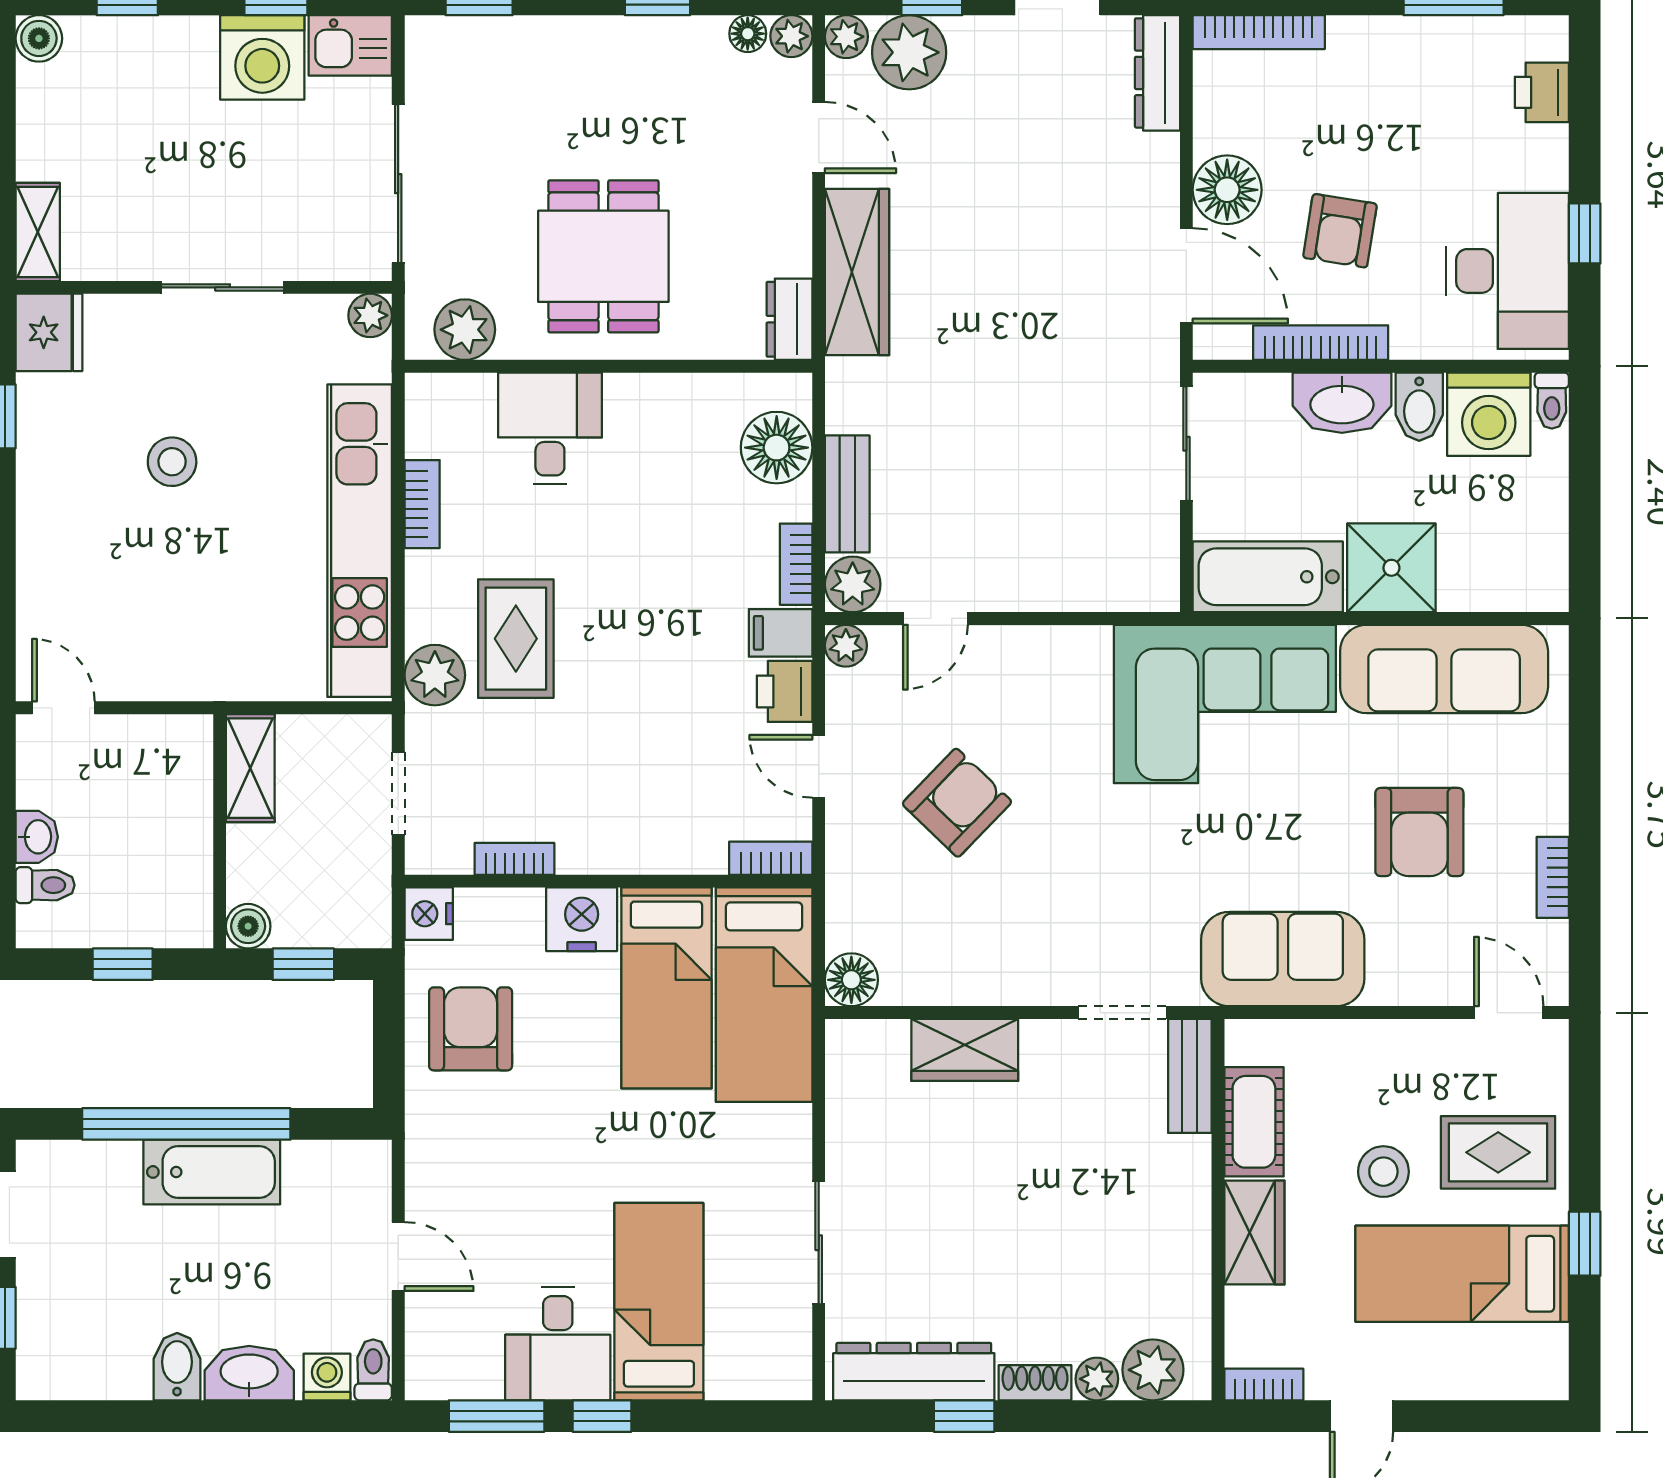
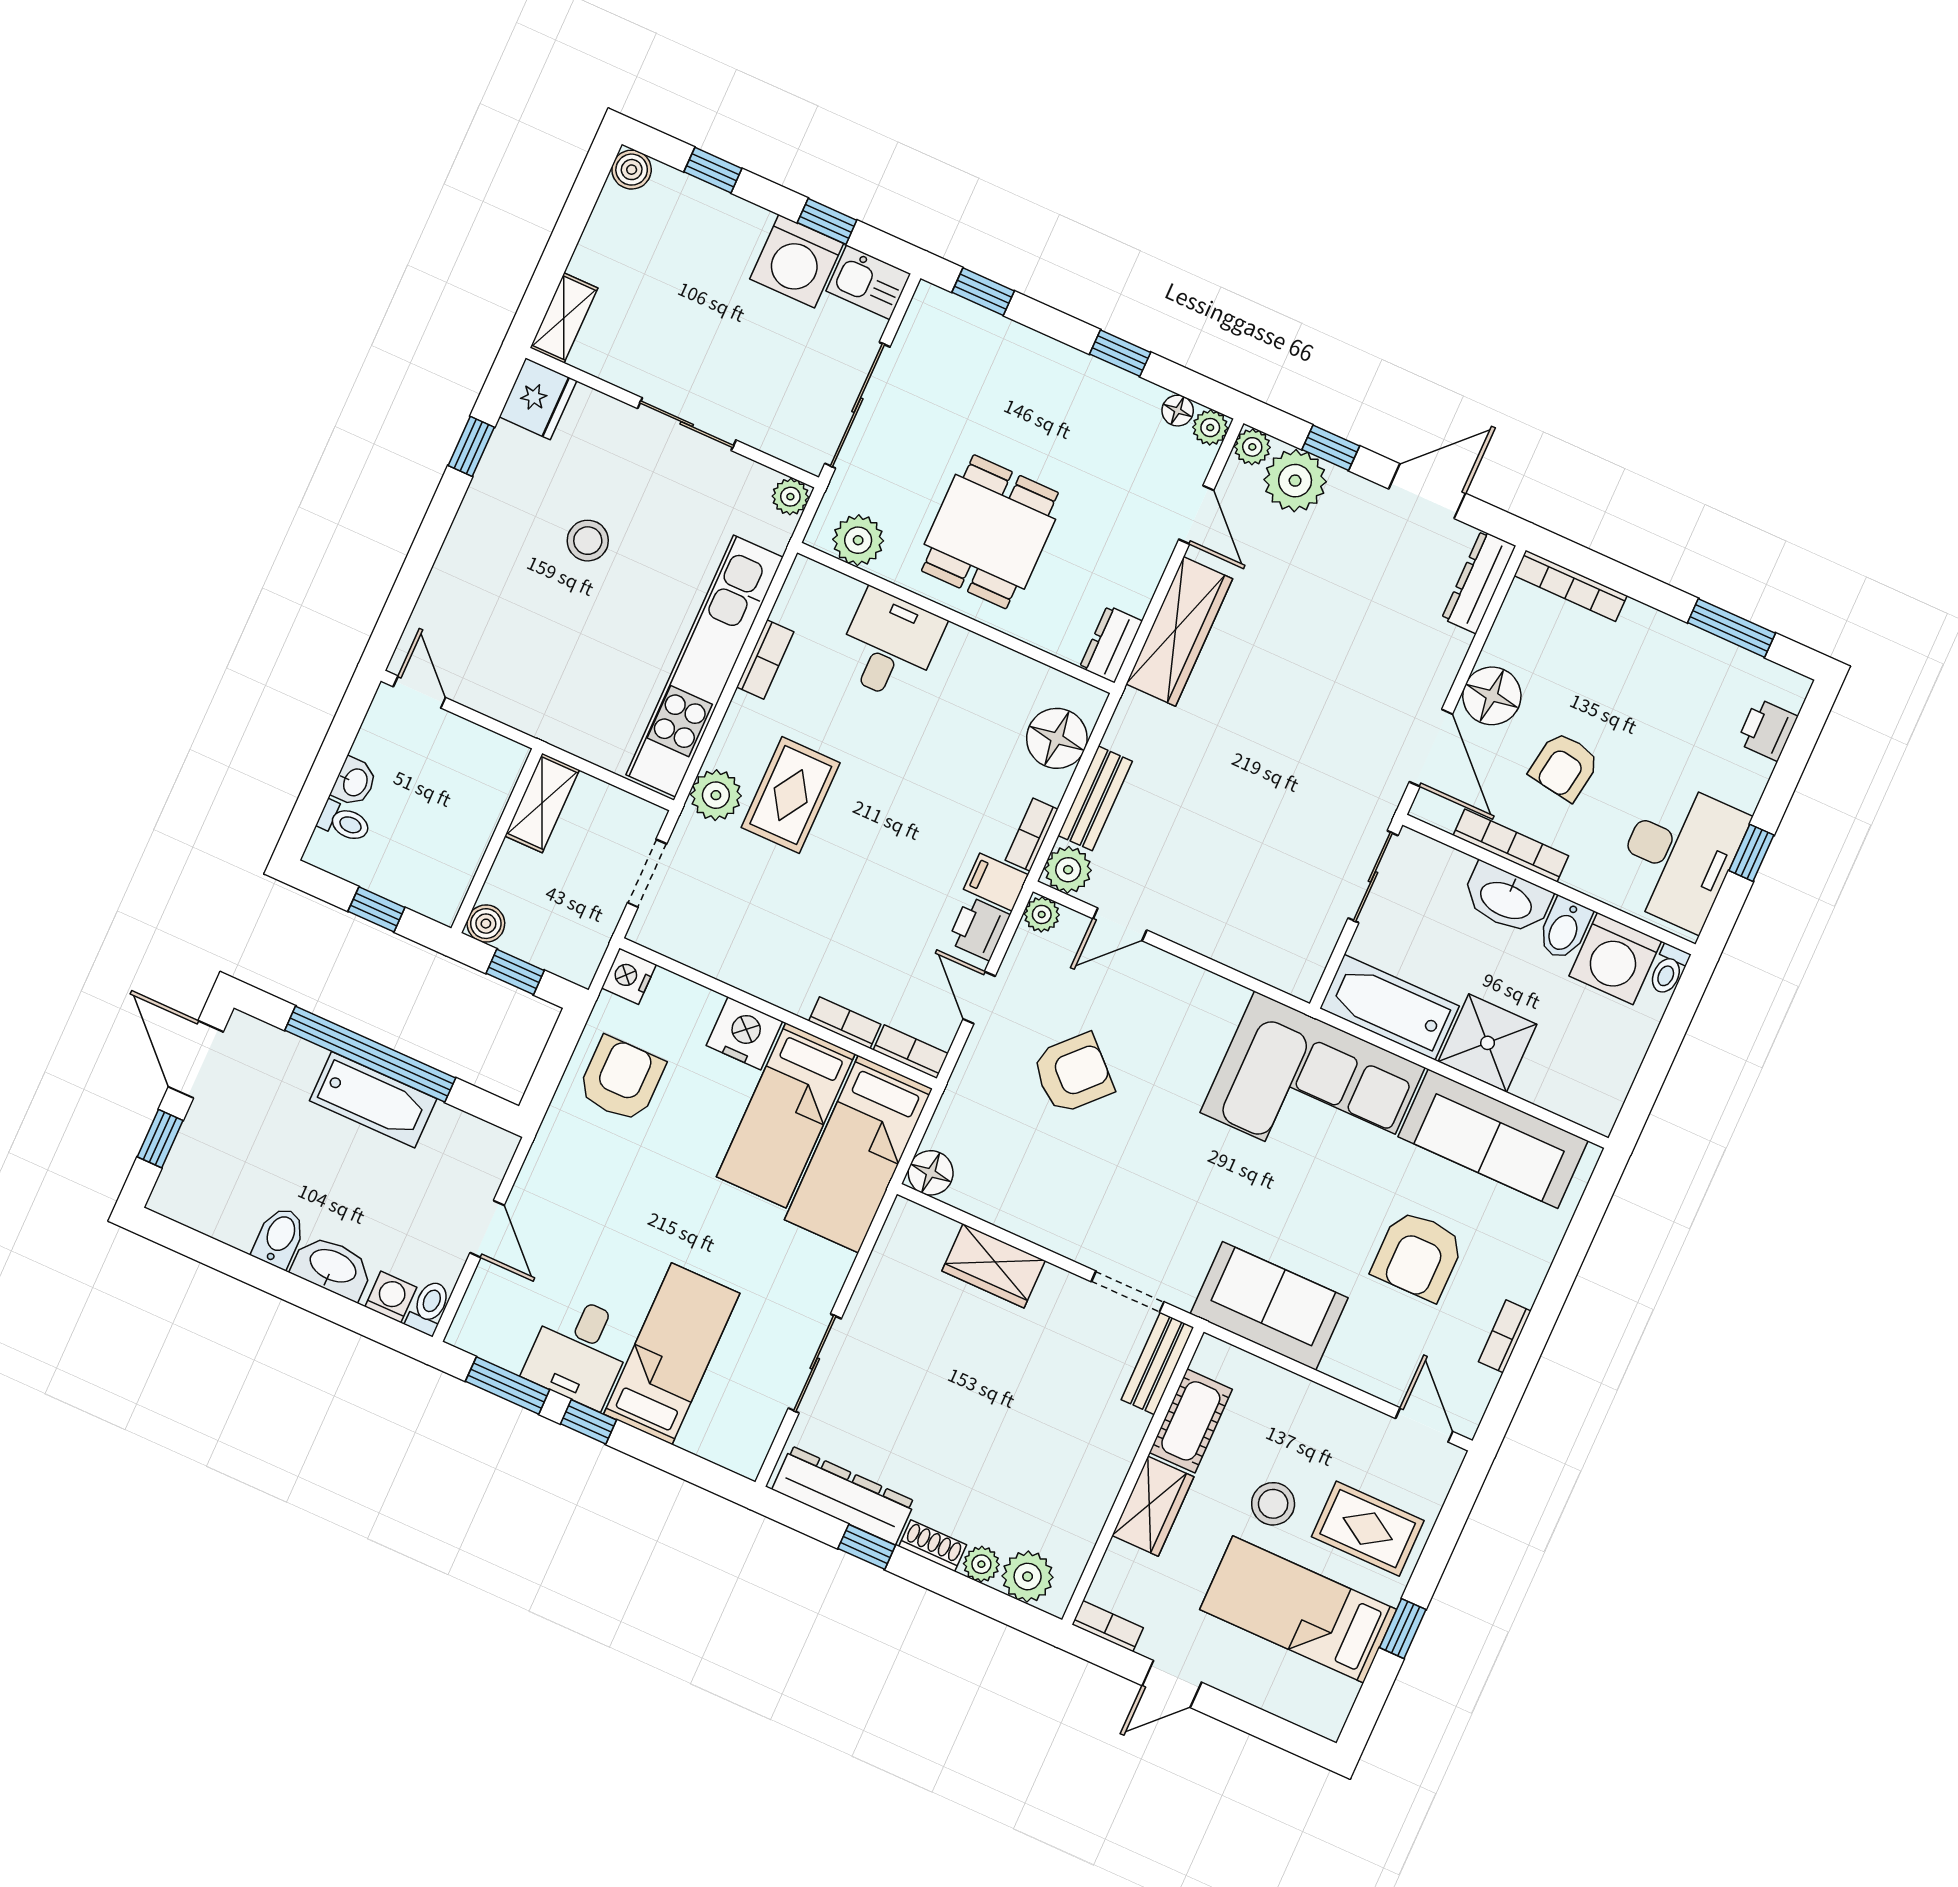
bookcase: (514, 859) -> (845, 1023), moved

